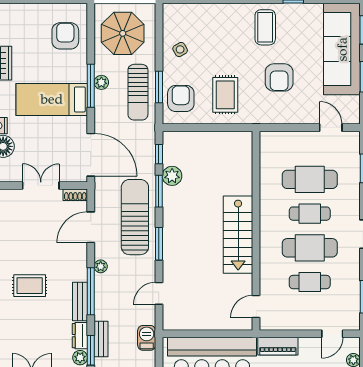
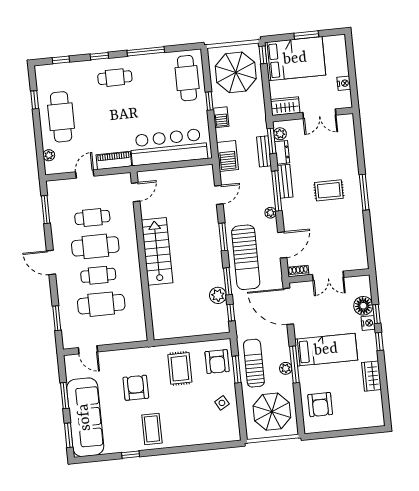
door: (332, 334) -> (85, 174), moved
barbecue: (147, 338) -> (227, 156), width x1.38, depth x1.27

